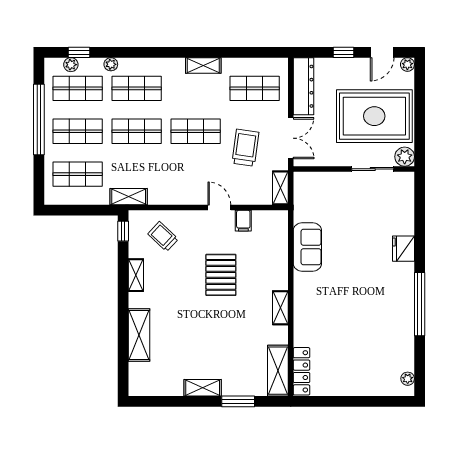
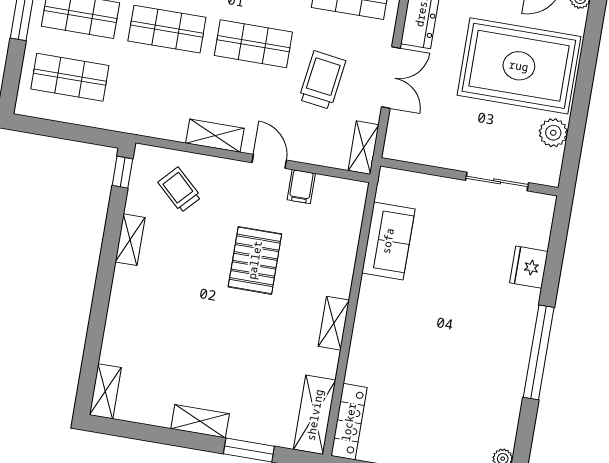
wall: (354, 169) -> (469, 177), moved
sliding door: (373, 169) -> (497, 181), moved
shelving: (129, 197) -> (215, 136), moved
shelving: (139, 335) -> (105, 391), moved, width x0.67, depth x0.75

